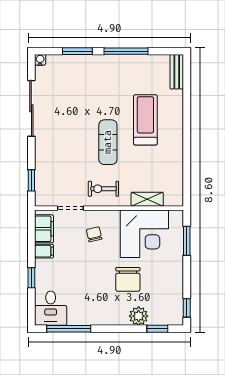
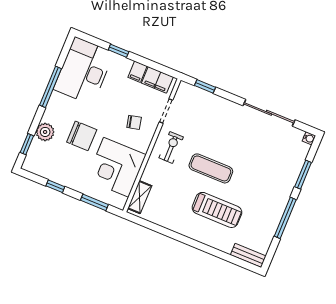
shelving: (147, 199) -> (140, 197), moved
chair: (128, 279) -> (82, 136), turned 180
desk: (51, 308) -> (84, 71), width x1.87, depth x1.30
window: (187, 308) -> (55, 186), moved
window: (69, 329) -> (50, 87), moved

